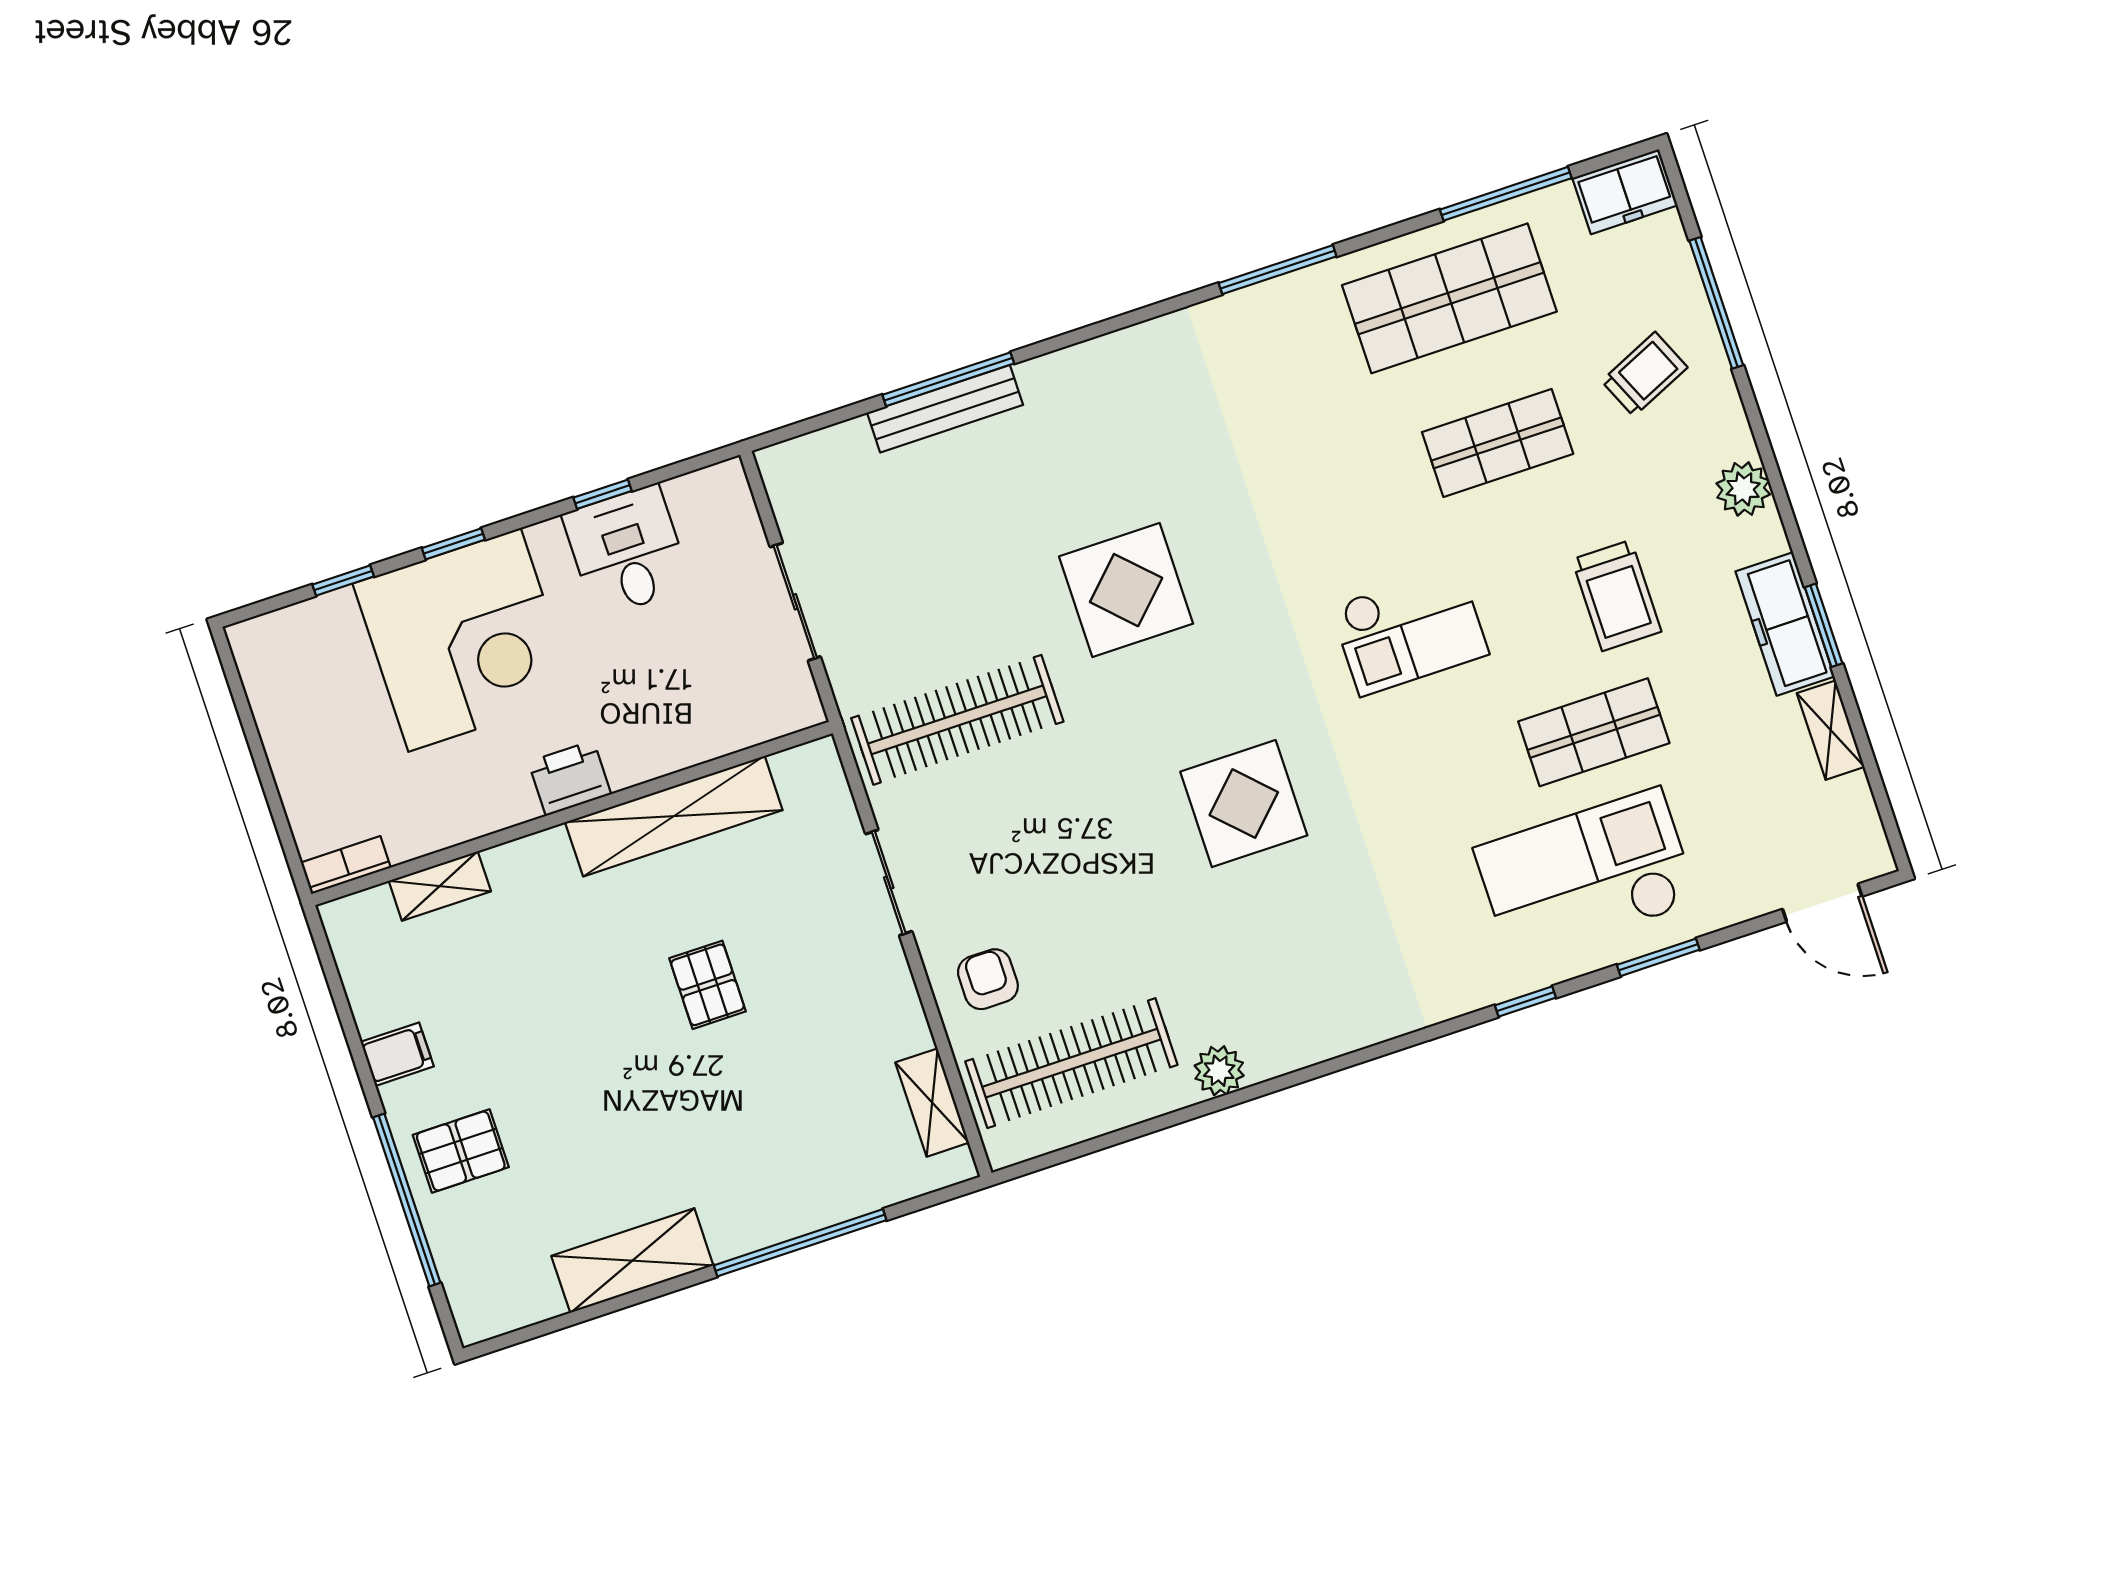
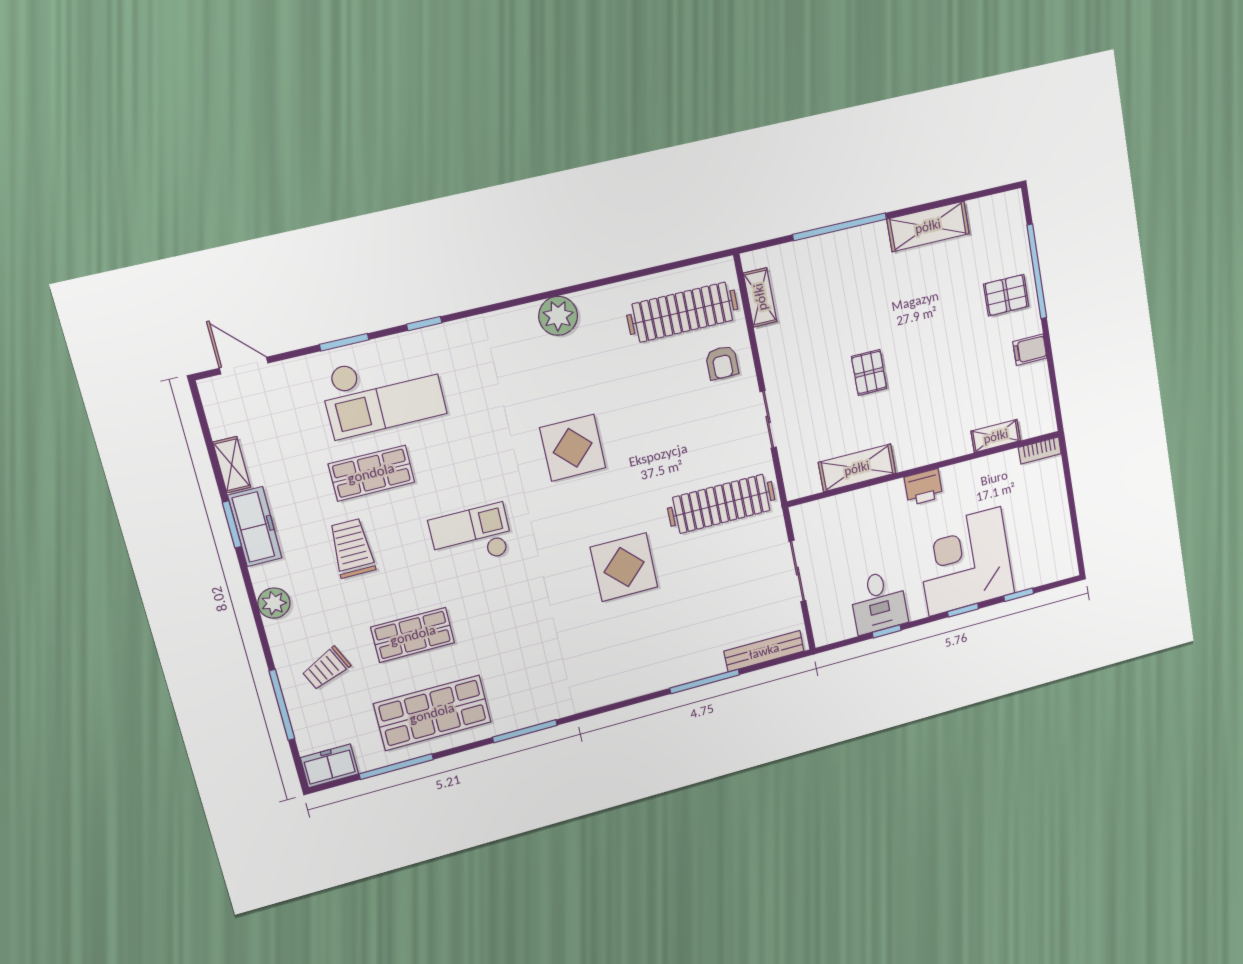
bench: (945, 409) -> (764, 651), moved
shelving: (674, 816) -> (857, 468), width x0.68
plant: (1219, 1071) -> (558, 316), moved, width x1.36, depth x1.36

